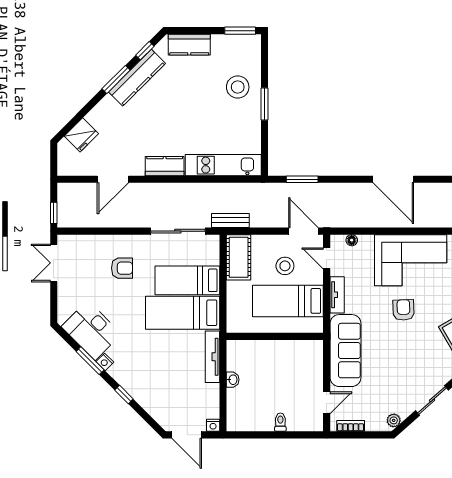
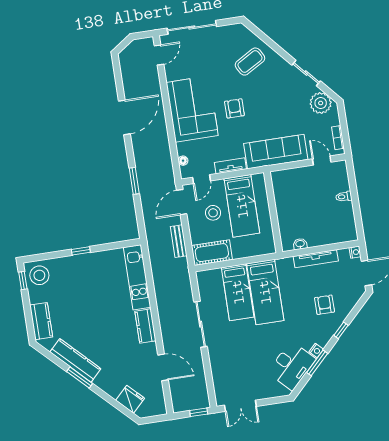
window: (240, 31) -> (23, 281), width x0.67
window: (145, 51) -> (52, 357), removed
stool: (238, 87) -> (39, 275), moved
window: (264, 104) -> (81, 251), width x0.67
window: (302, 179) -> (134, 181), moved
door: (393, 179) -> (124, 117), moved
bench: (230, 220) -> (179, 241), moved
sliding door: (178, 231) -> (201, 324), moved
armchair: (122, 268) -> (325, 305), moved
armchair: (404, 310) -> (234, 108), turned 92
tv unit: (213, 357) -> (316, 259), moved
washbasin: (233, 380) -> (300, 244), moved
plant: (394, 420) -> (321, 103), width x1.87, depth x1.87

